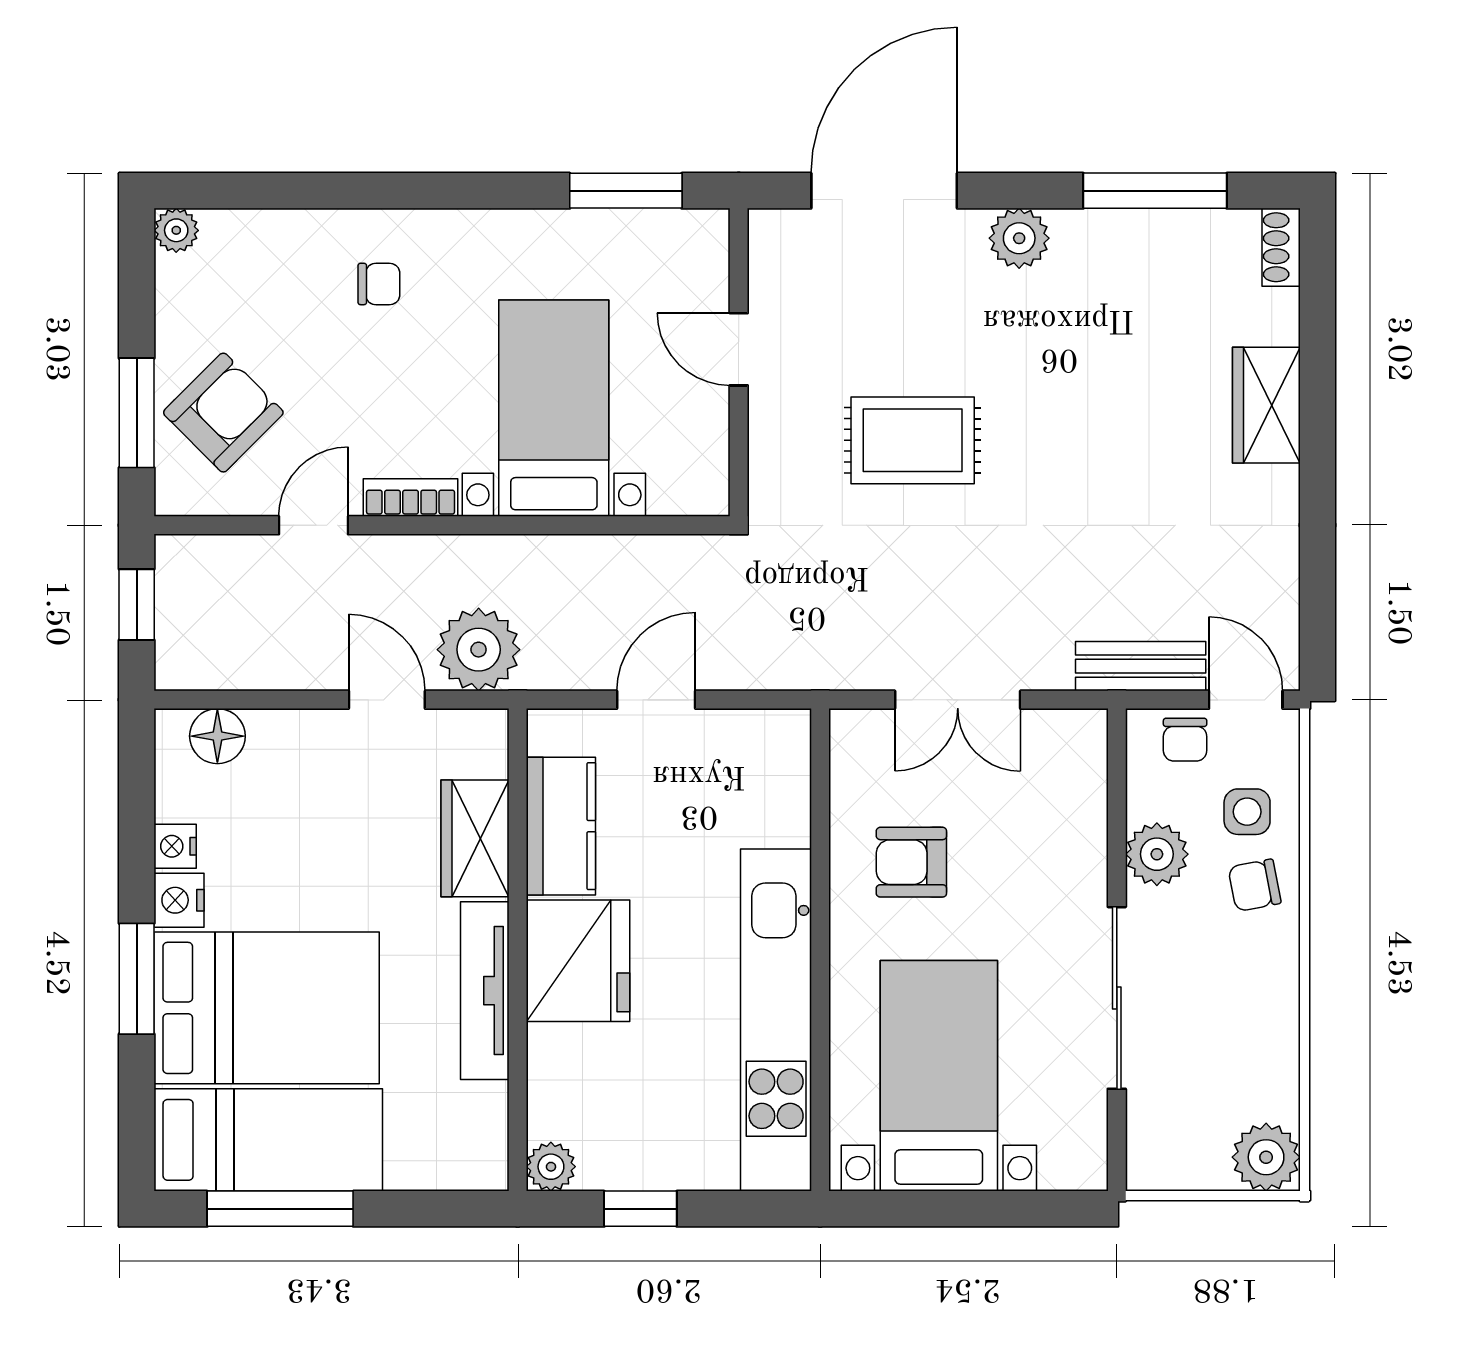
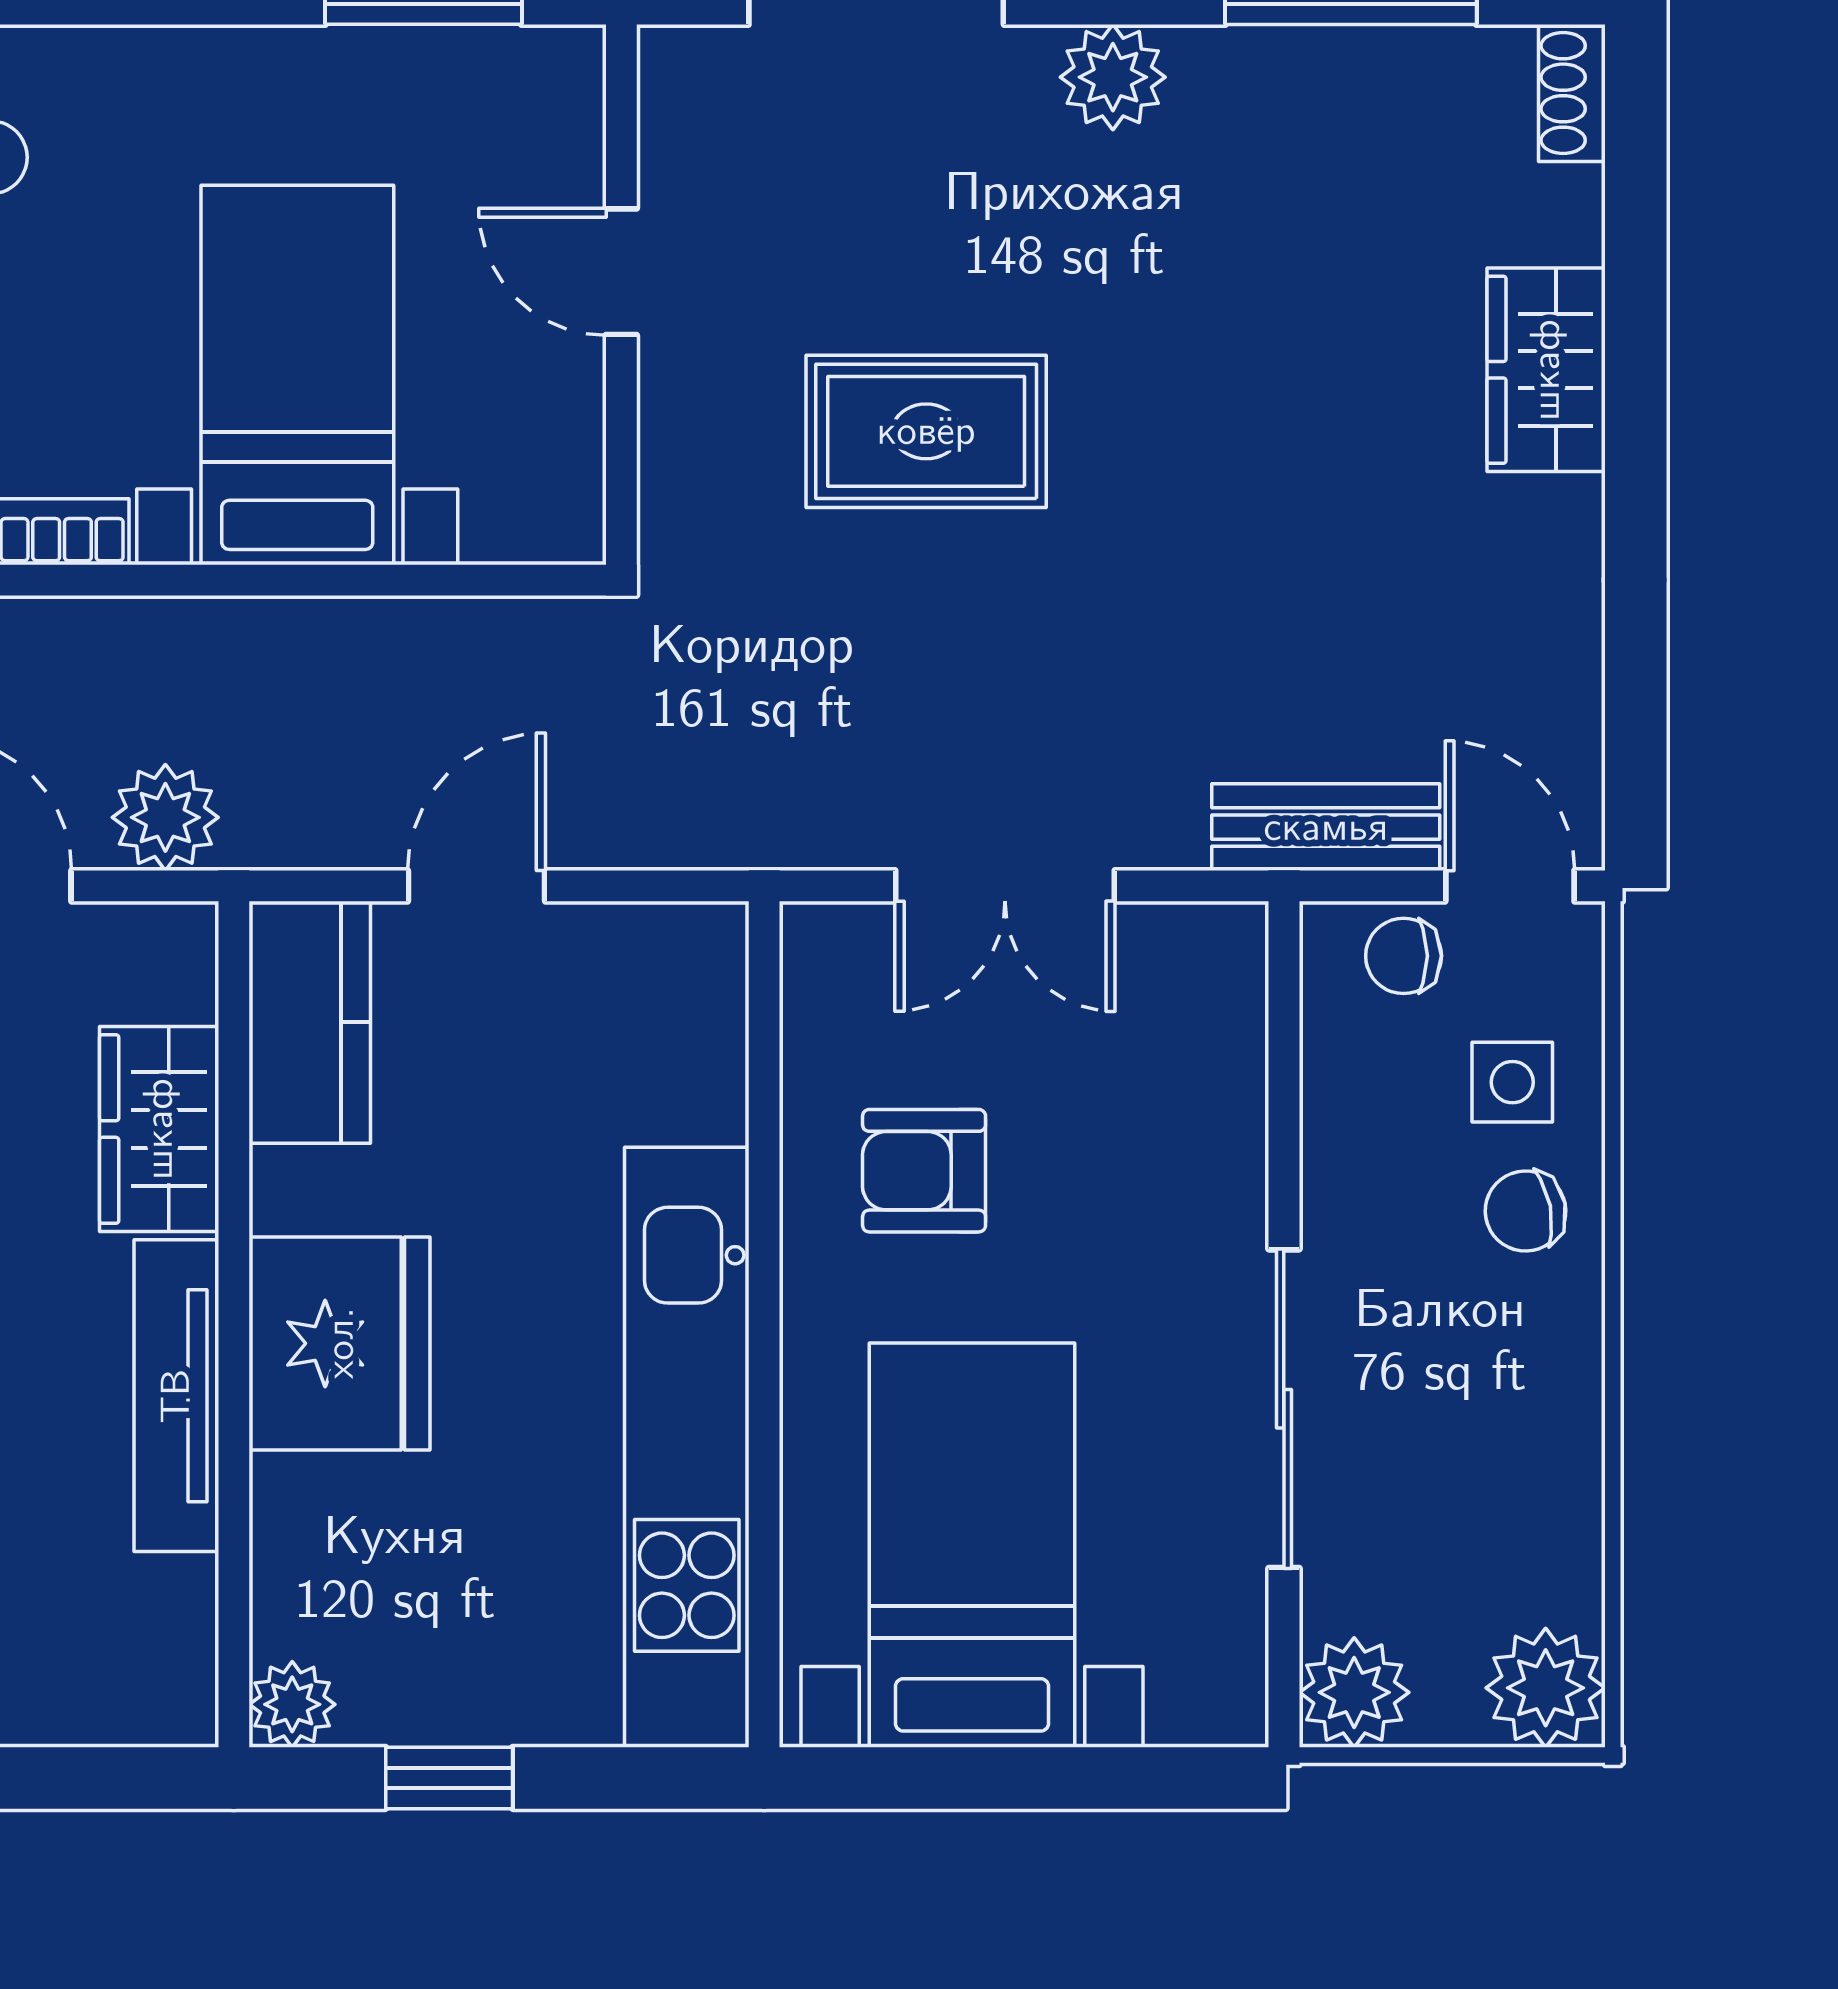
plant: (479, 650) -> (165, 817), width x0.73, depth x0.73
chair: (1185, 740) -> (1404, 956), turned 90
kitchen counter: (561, 826) -> (310, 1022), moved
plant: (1157, 854) -> (1354, 1692), moved

